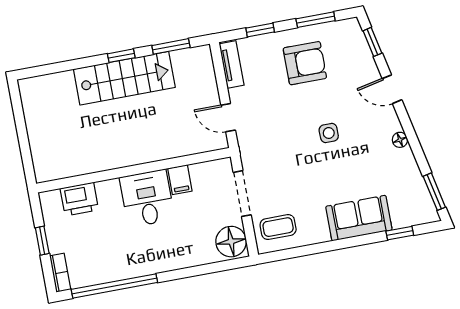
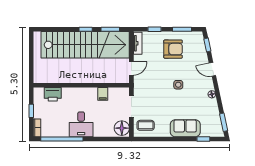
stairs: (124, 78) -> (85, 45), width x1.86, depth x1.51
door: (228, 118) -> (131, 68), swing flipped
desk: (147, 198) -> (81, 124), moved, turned 180

